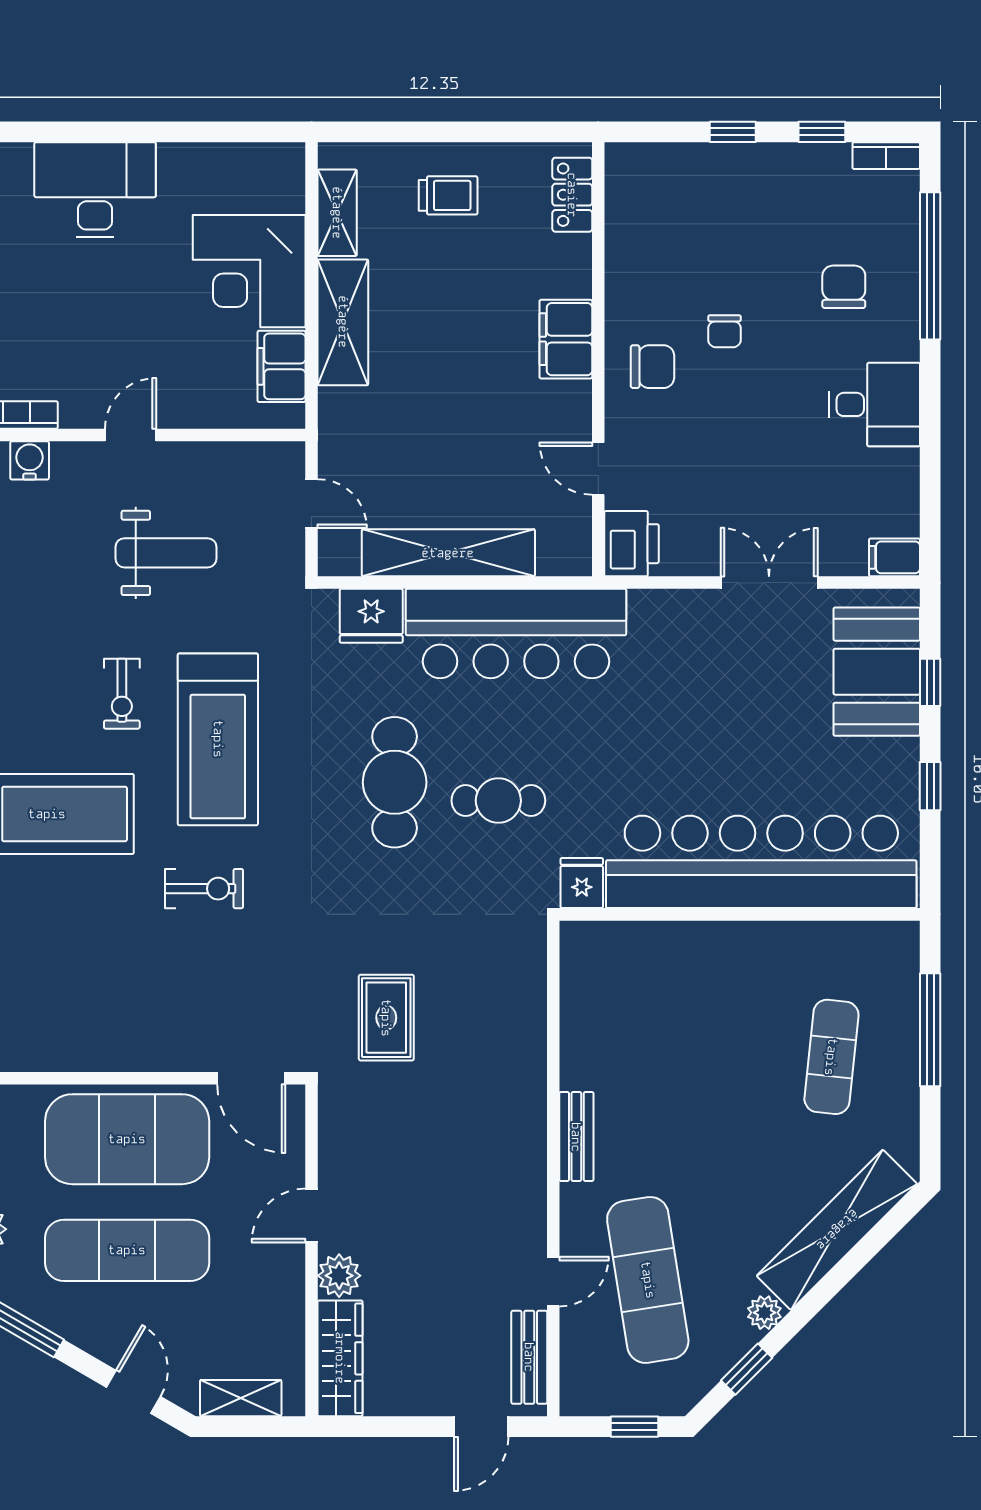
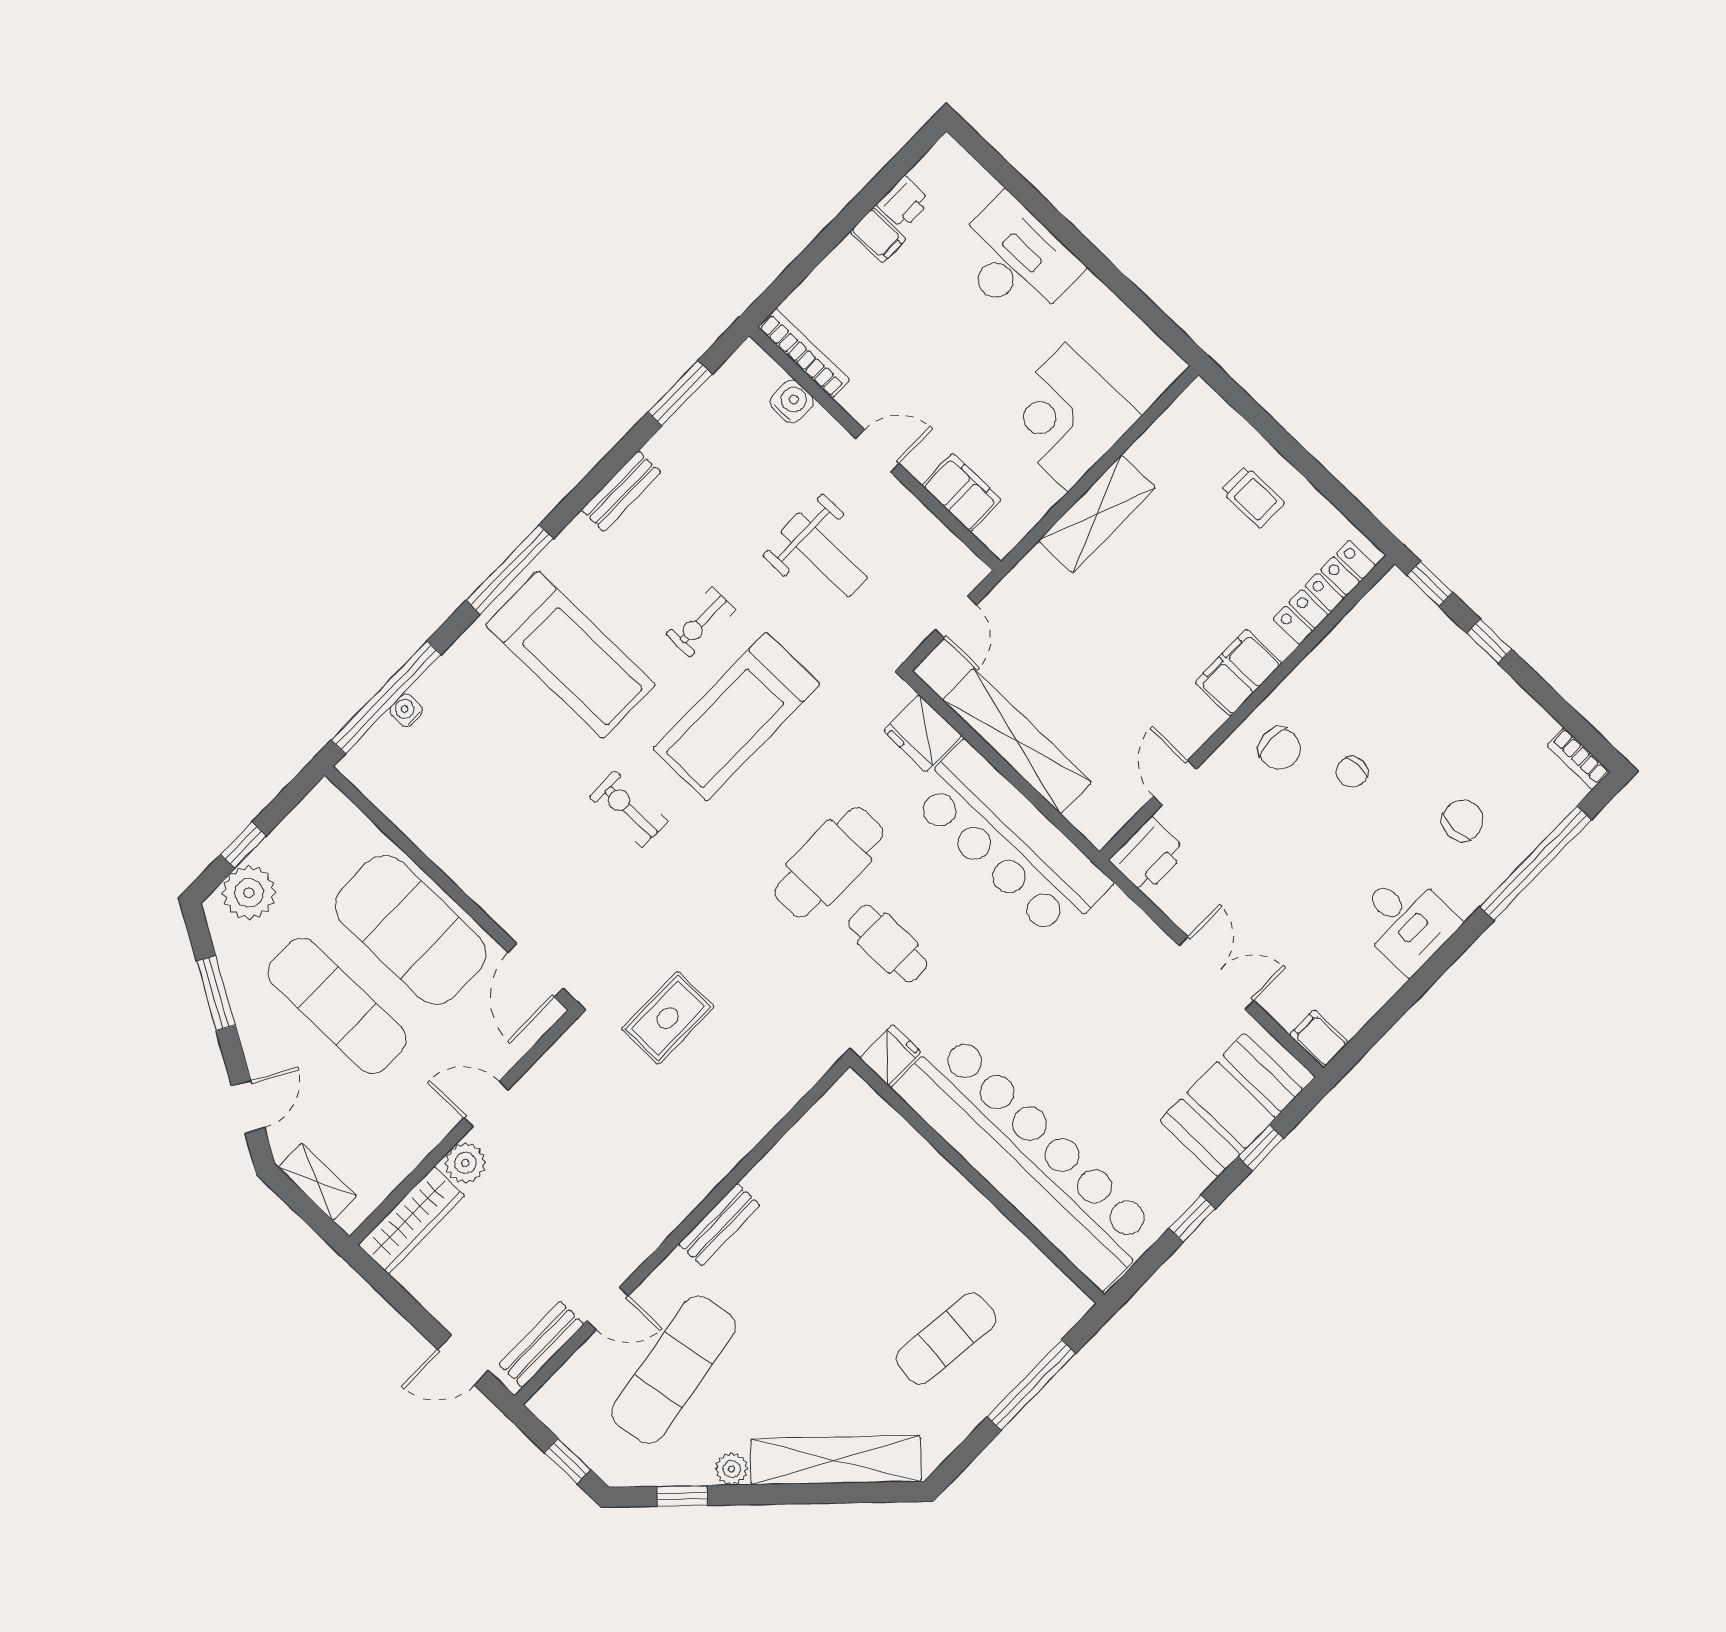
window: (822, 132) -> (1430, 584), moved
locker: (572, 195) -> (1324, 592), width x1.53
shelving: (337, 213) -> (1165, 435), removed
filing cabinet: (281, 366) -> (962, 493), moved, turned 90
exercise bike: (204, 889) -> (628, 809), turned 180

